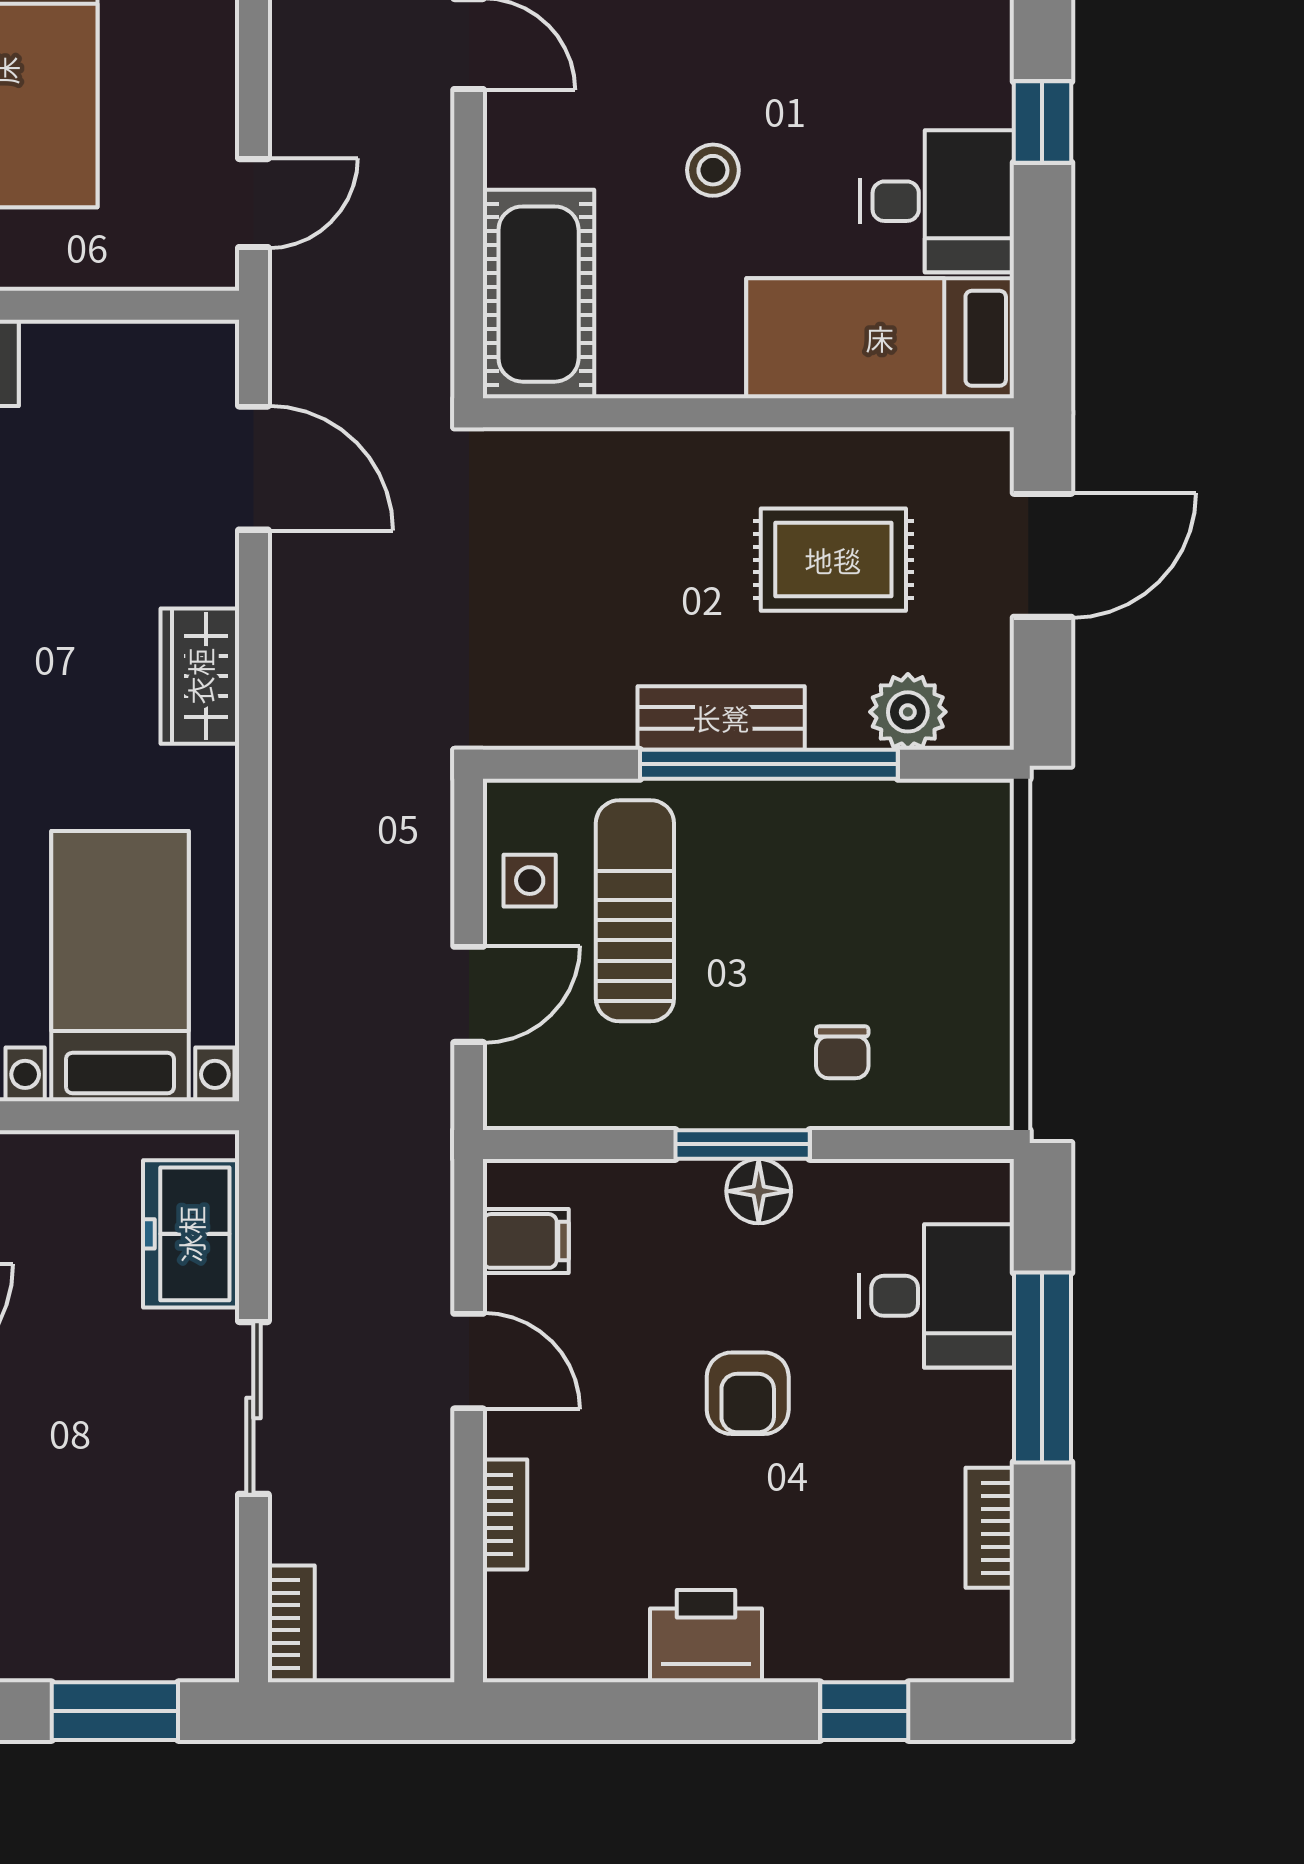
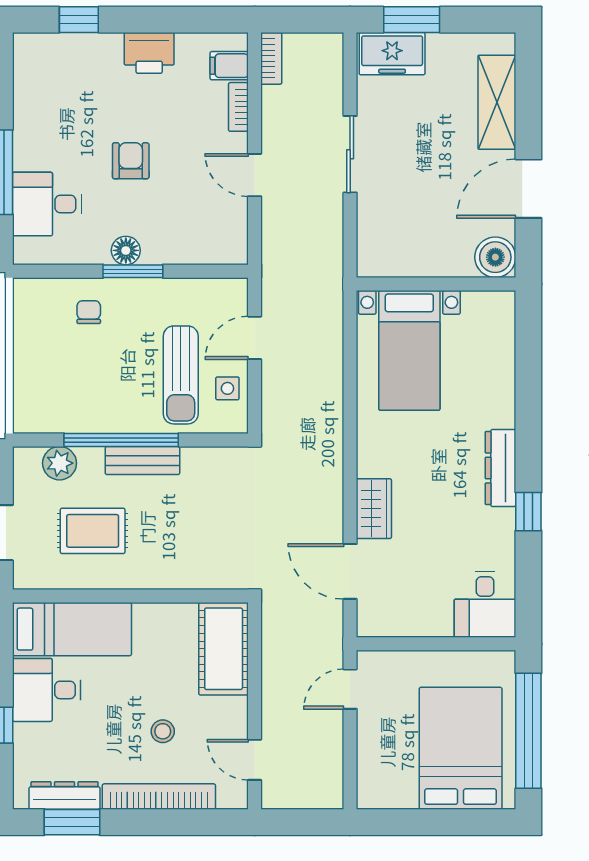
stool: (713, 170) -> (163, 731), moved
wardrobe: (200, 676) -> (374, 509), moved
freezer: (191, 1234) -> (392, 54), moved, turned 90
filing cabinet: (526, 1241) -> (229, 66), moved
bookcase: (990, 1528) -> (23, 101), removed
bookcase: (291, 1624) -> (271, 58), moved, turned 180

